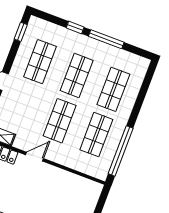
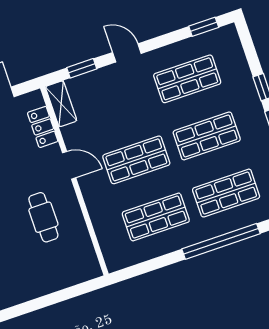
window: (121, 151) -> (221, 241), moved
cafe table: (50, 191) -> (43, 217), added

